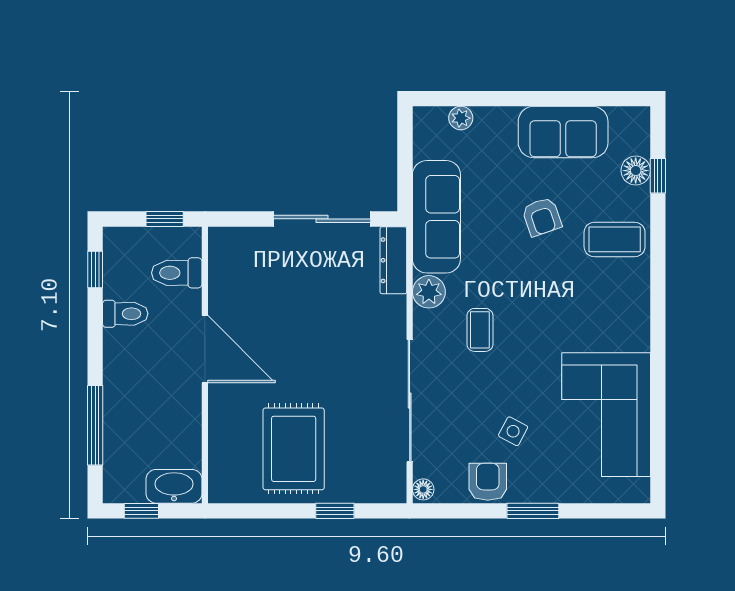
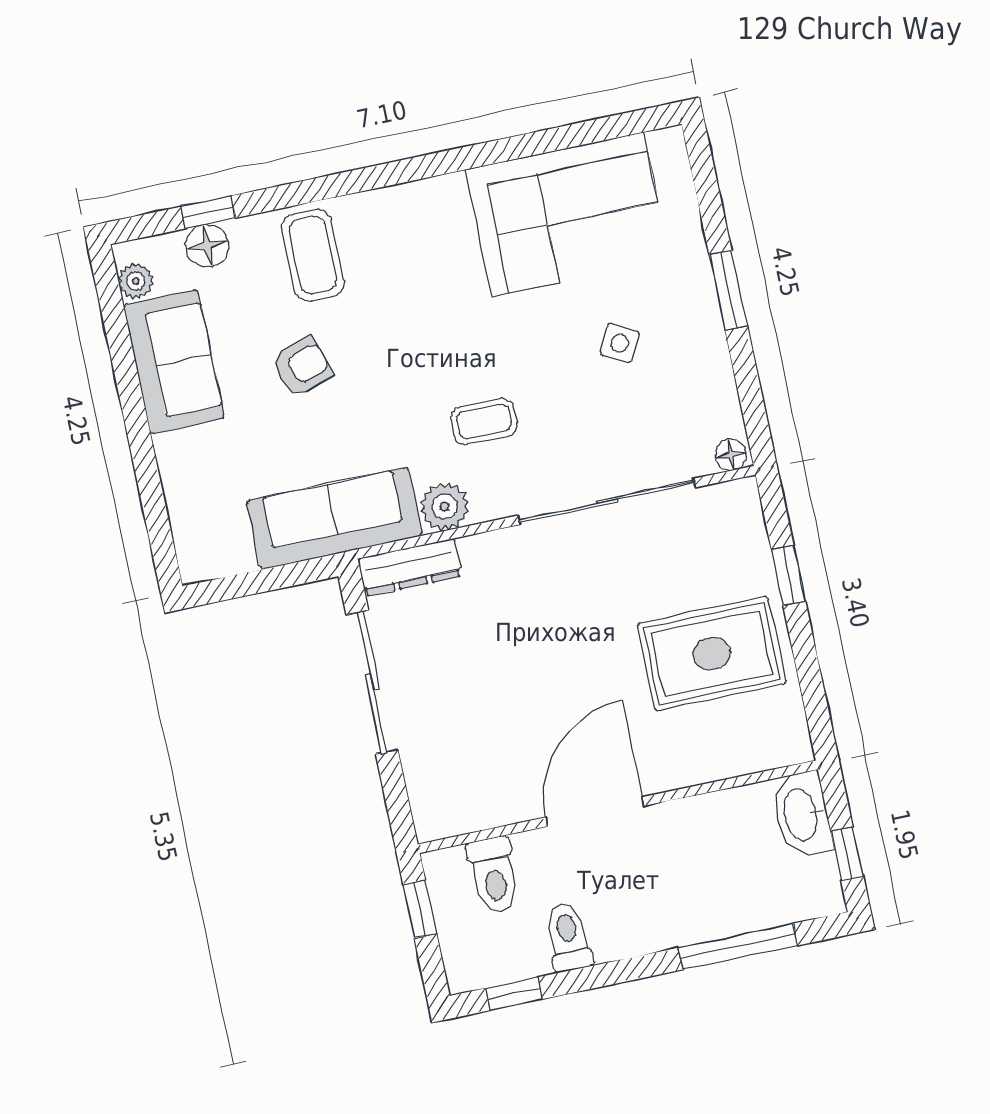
plant: (461, 118) -> (136, 281), moved
armchair: (488, 482) -> (700, 364), removed

